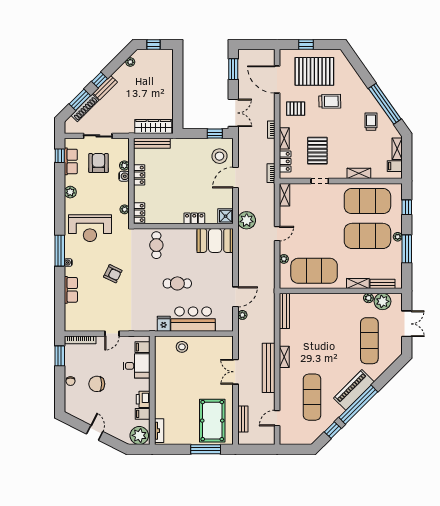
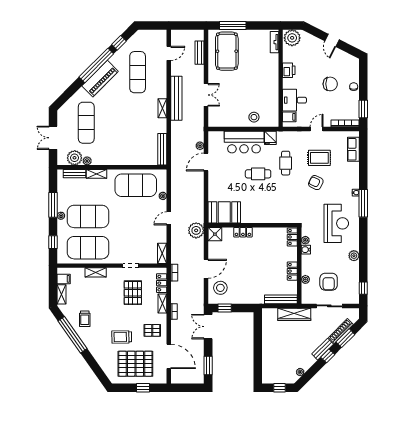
wardrobe: (153, 126) -> (294, 314), moved
row of seats: (71, 161) -> (353, 283), removed
water cooler: (124, 176) -> (306, 250), moved
reception desk: (90, 228) -> (336, 223), turned 90
cafe table: (156, 245) -> (286, 163), moved
row of seats: (71, 290) -> (353, 149), moved
rug: (109, 301) -> (319, 158), added
filing cabinet: (143, 414) -> (289, 57), removed

